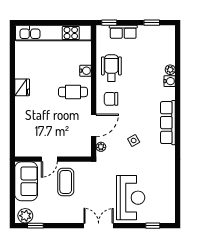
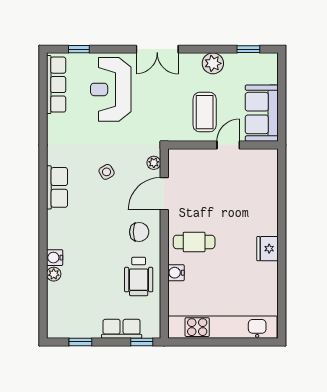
row of seats: (168, 123) -> (57, 187), width x0.68
row of seats: (169, 201) -> (56, 85), added
plant: (25, 216) -> (213, 63), moved

